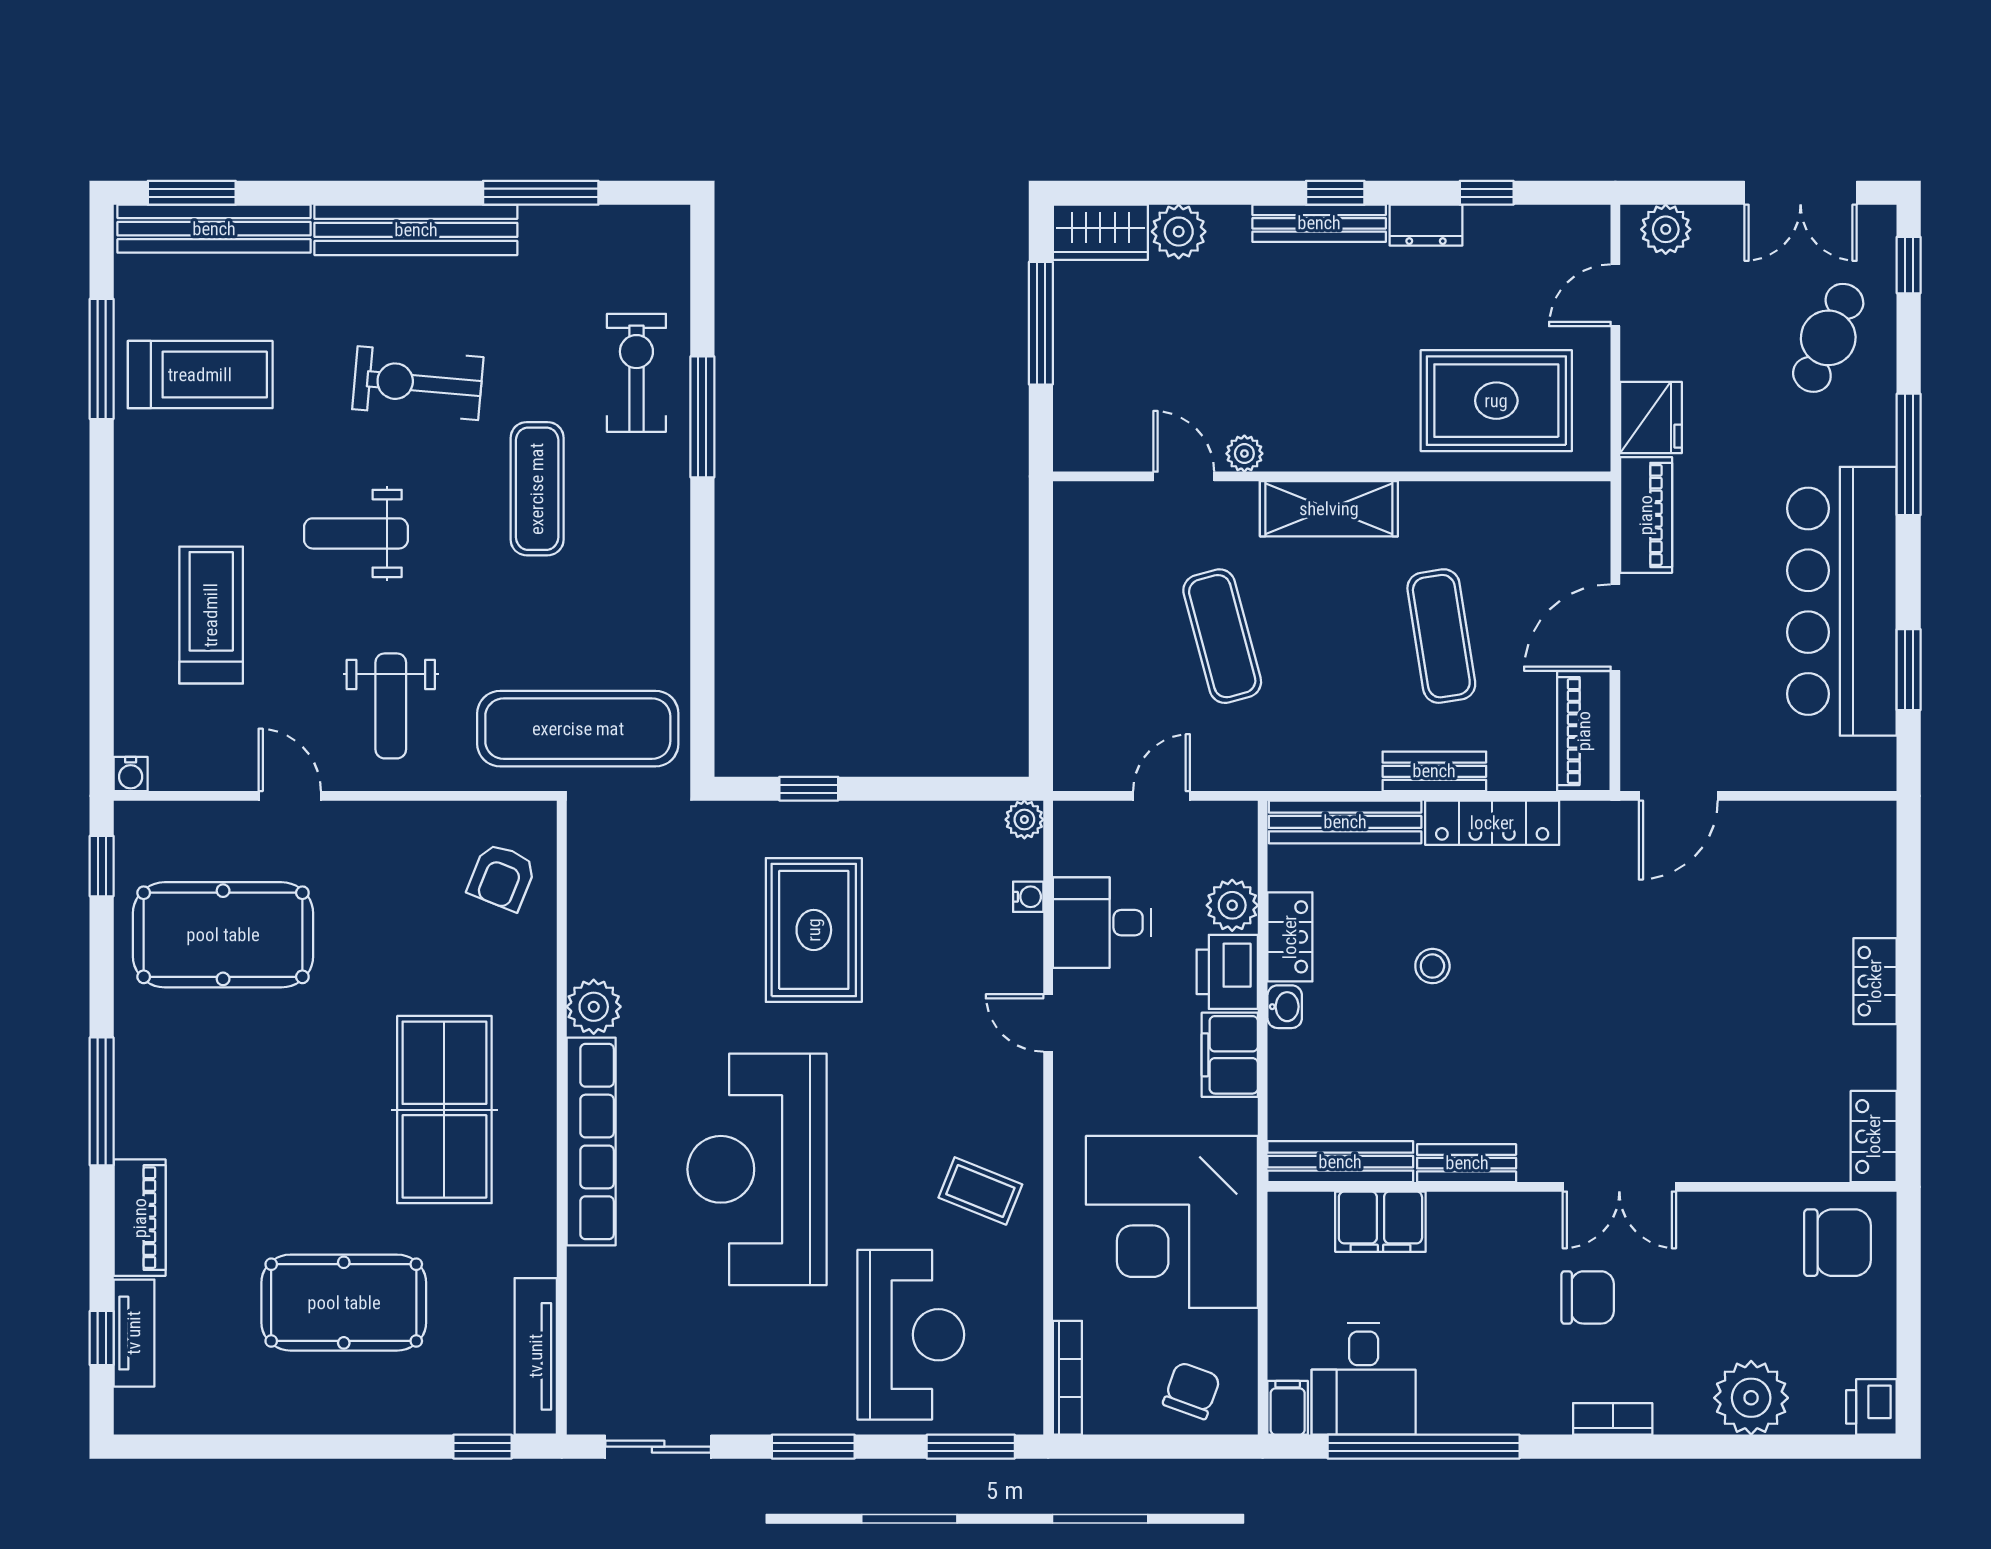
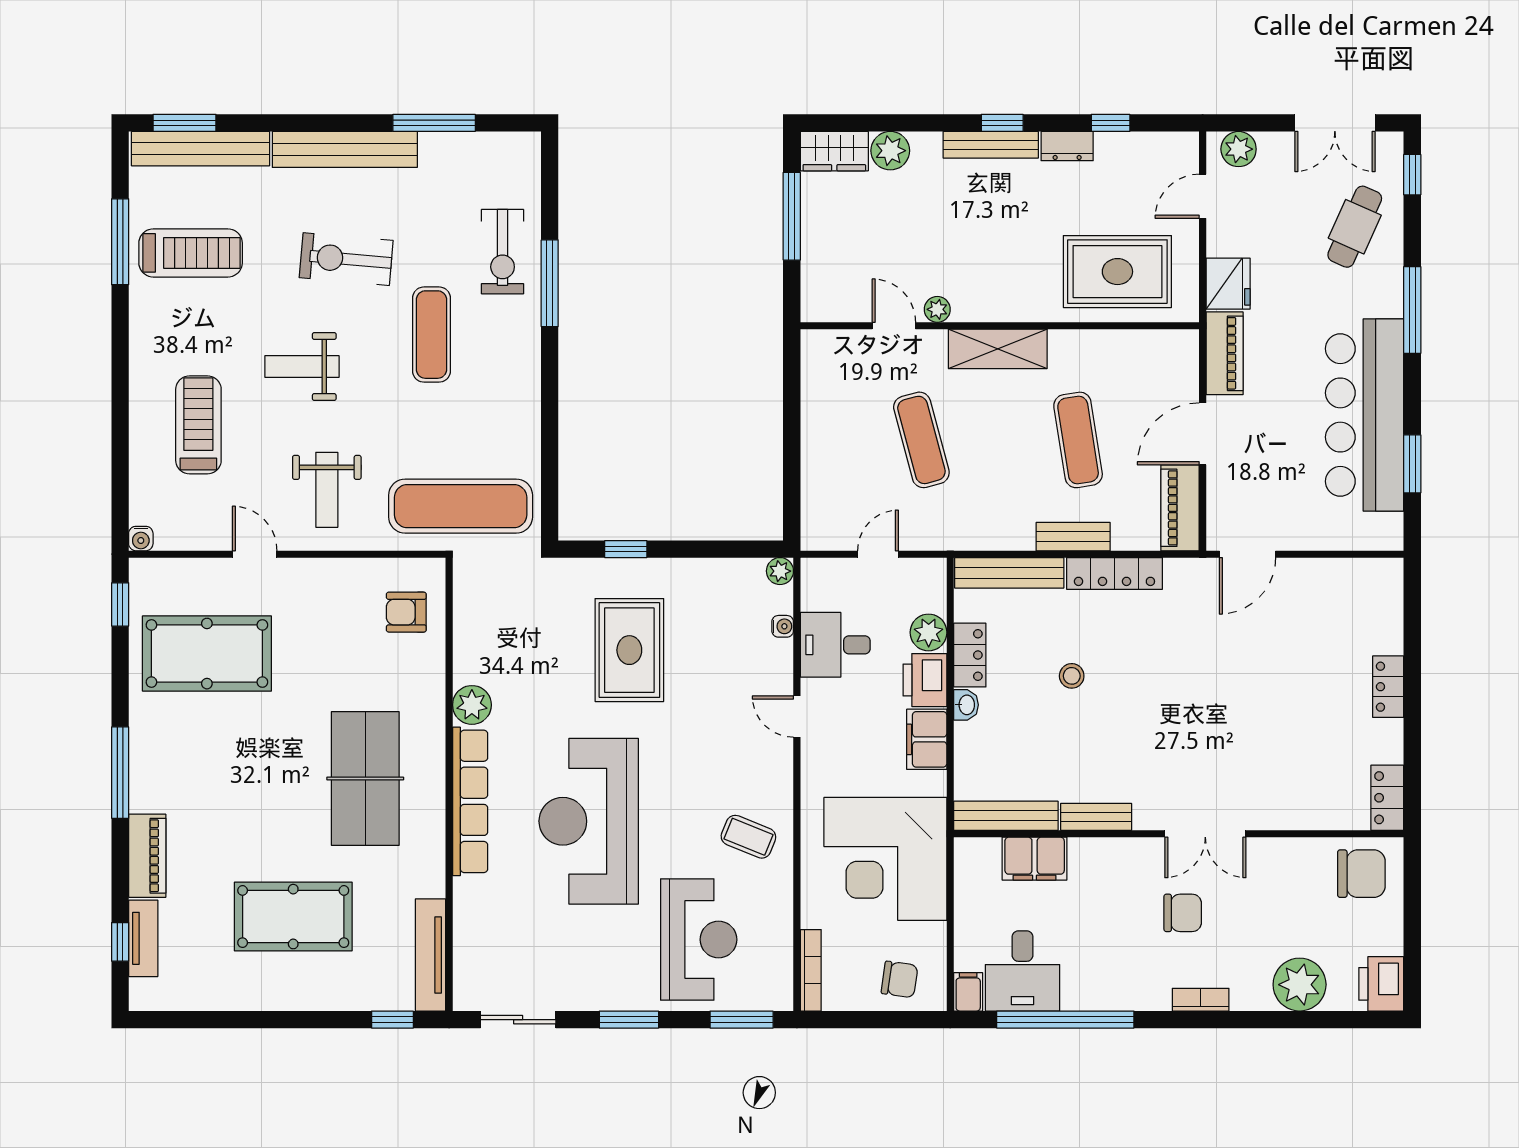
exercise bike: (636, 373) -> (503, 252), turned 180
armchair: (502, 877) -> (406, 612), turned 68
chair: (1192, 1391) -> (900, 979), turned 78
printer: (1871, 1407) -> (1381, 984), width x1.36, depth x1.24

